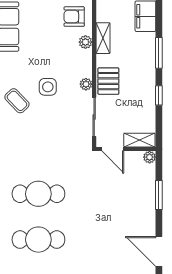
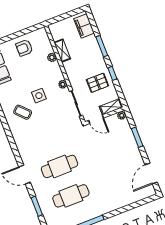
armchair: (74, 17) -> (24, 48), moved
pallet: (108, 81) -> (97, 83), moved, turned 90
door: (159, 251) -> (151, 173), hinge flipped

